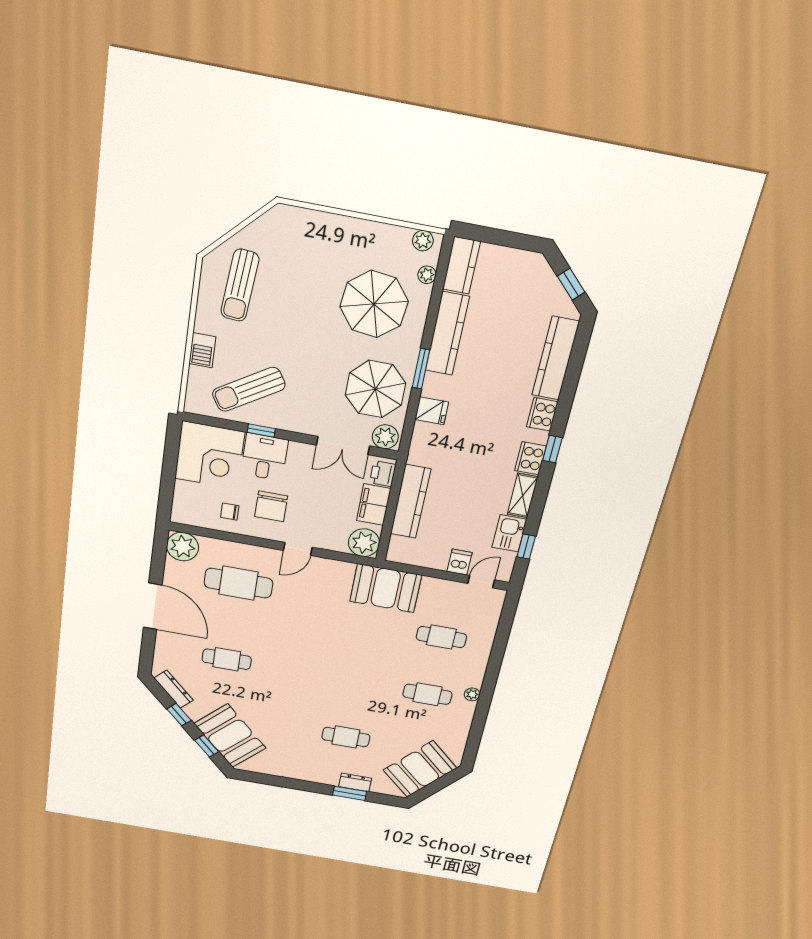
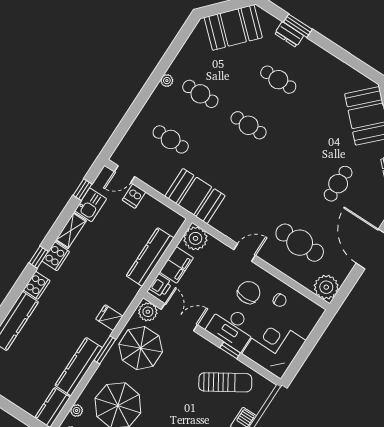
desk: (264, 457) -> (232, 327), width x1.37
cafe table: (227, 659) -> (338, 184), turned 90
cafe table: (358, 682) -> (249, 125), added

